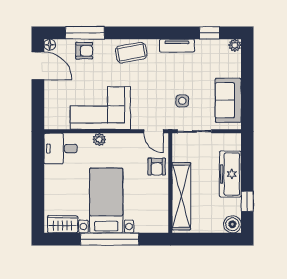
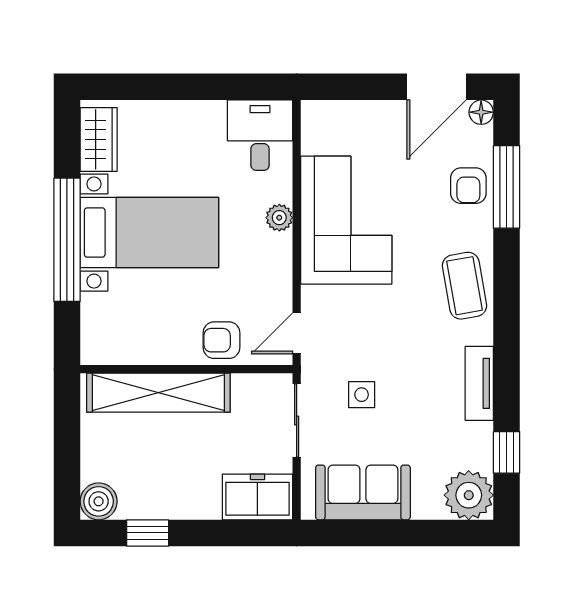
plant: (235, 45) -> (469, 495), width x1.87, depth x1.87
freezer: (230, 174) -> (257, 497), moved, width x0.71

